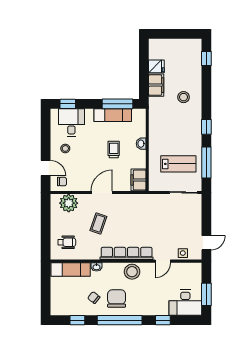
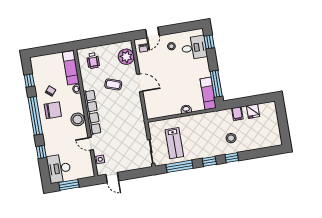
window: (206, 58) -> (232, 158), moved
filing cabinet: (156, 85) -> (237, 114), width x0.50
exam couch: (113, 115) -> (208, 93), moved
trolley: (114, 149) -> (177, 87), removed
filing cabinet: (139, 180) -> (155, 112), removed

